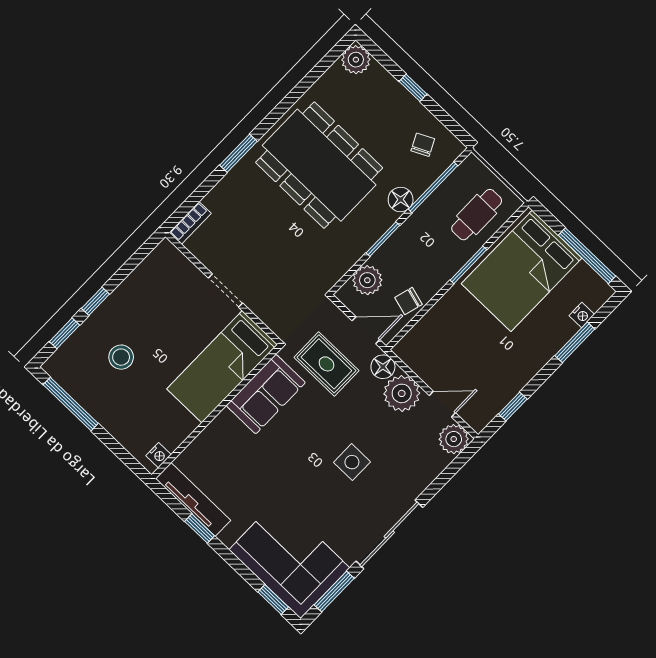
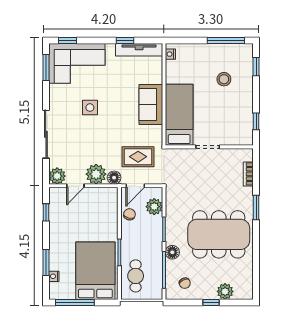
plant: (356, 60) -> (225, 291), moved
bookcase: (190, 223) -> (248, 174), moved
window: (95, 301) -> (256, 121), moved
sofa: (266, 394) -> (151, 105), moved
side table: (352, 462) -> (90, 108), moved
sliding door: (389, 534) -> (46, 134), moved

